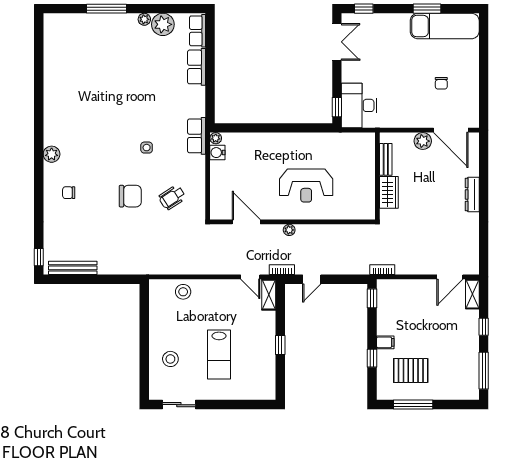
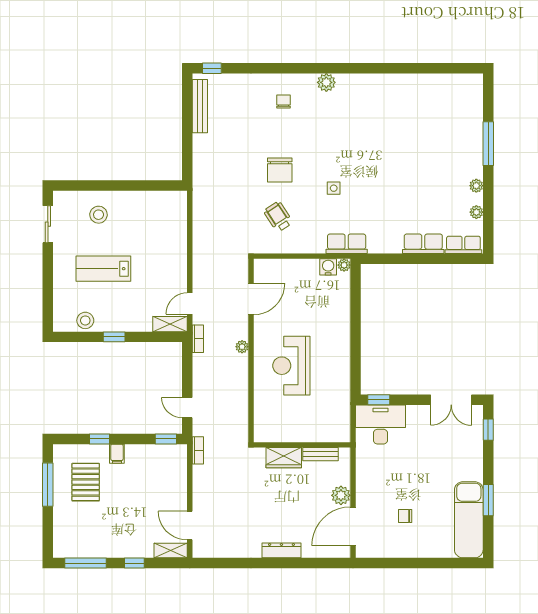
plant: (163, 24) -> (476, 212), width x0.53, depth x0.53
door: (312, 279) -> (187, 408), moved
stool: (183, 292) -> (85, 320), moved

